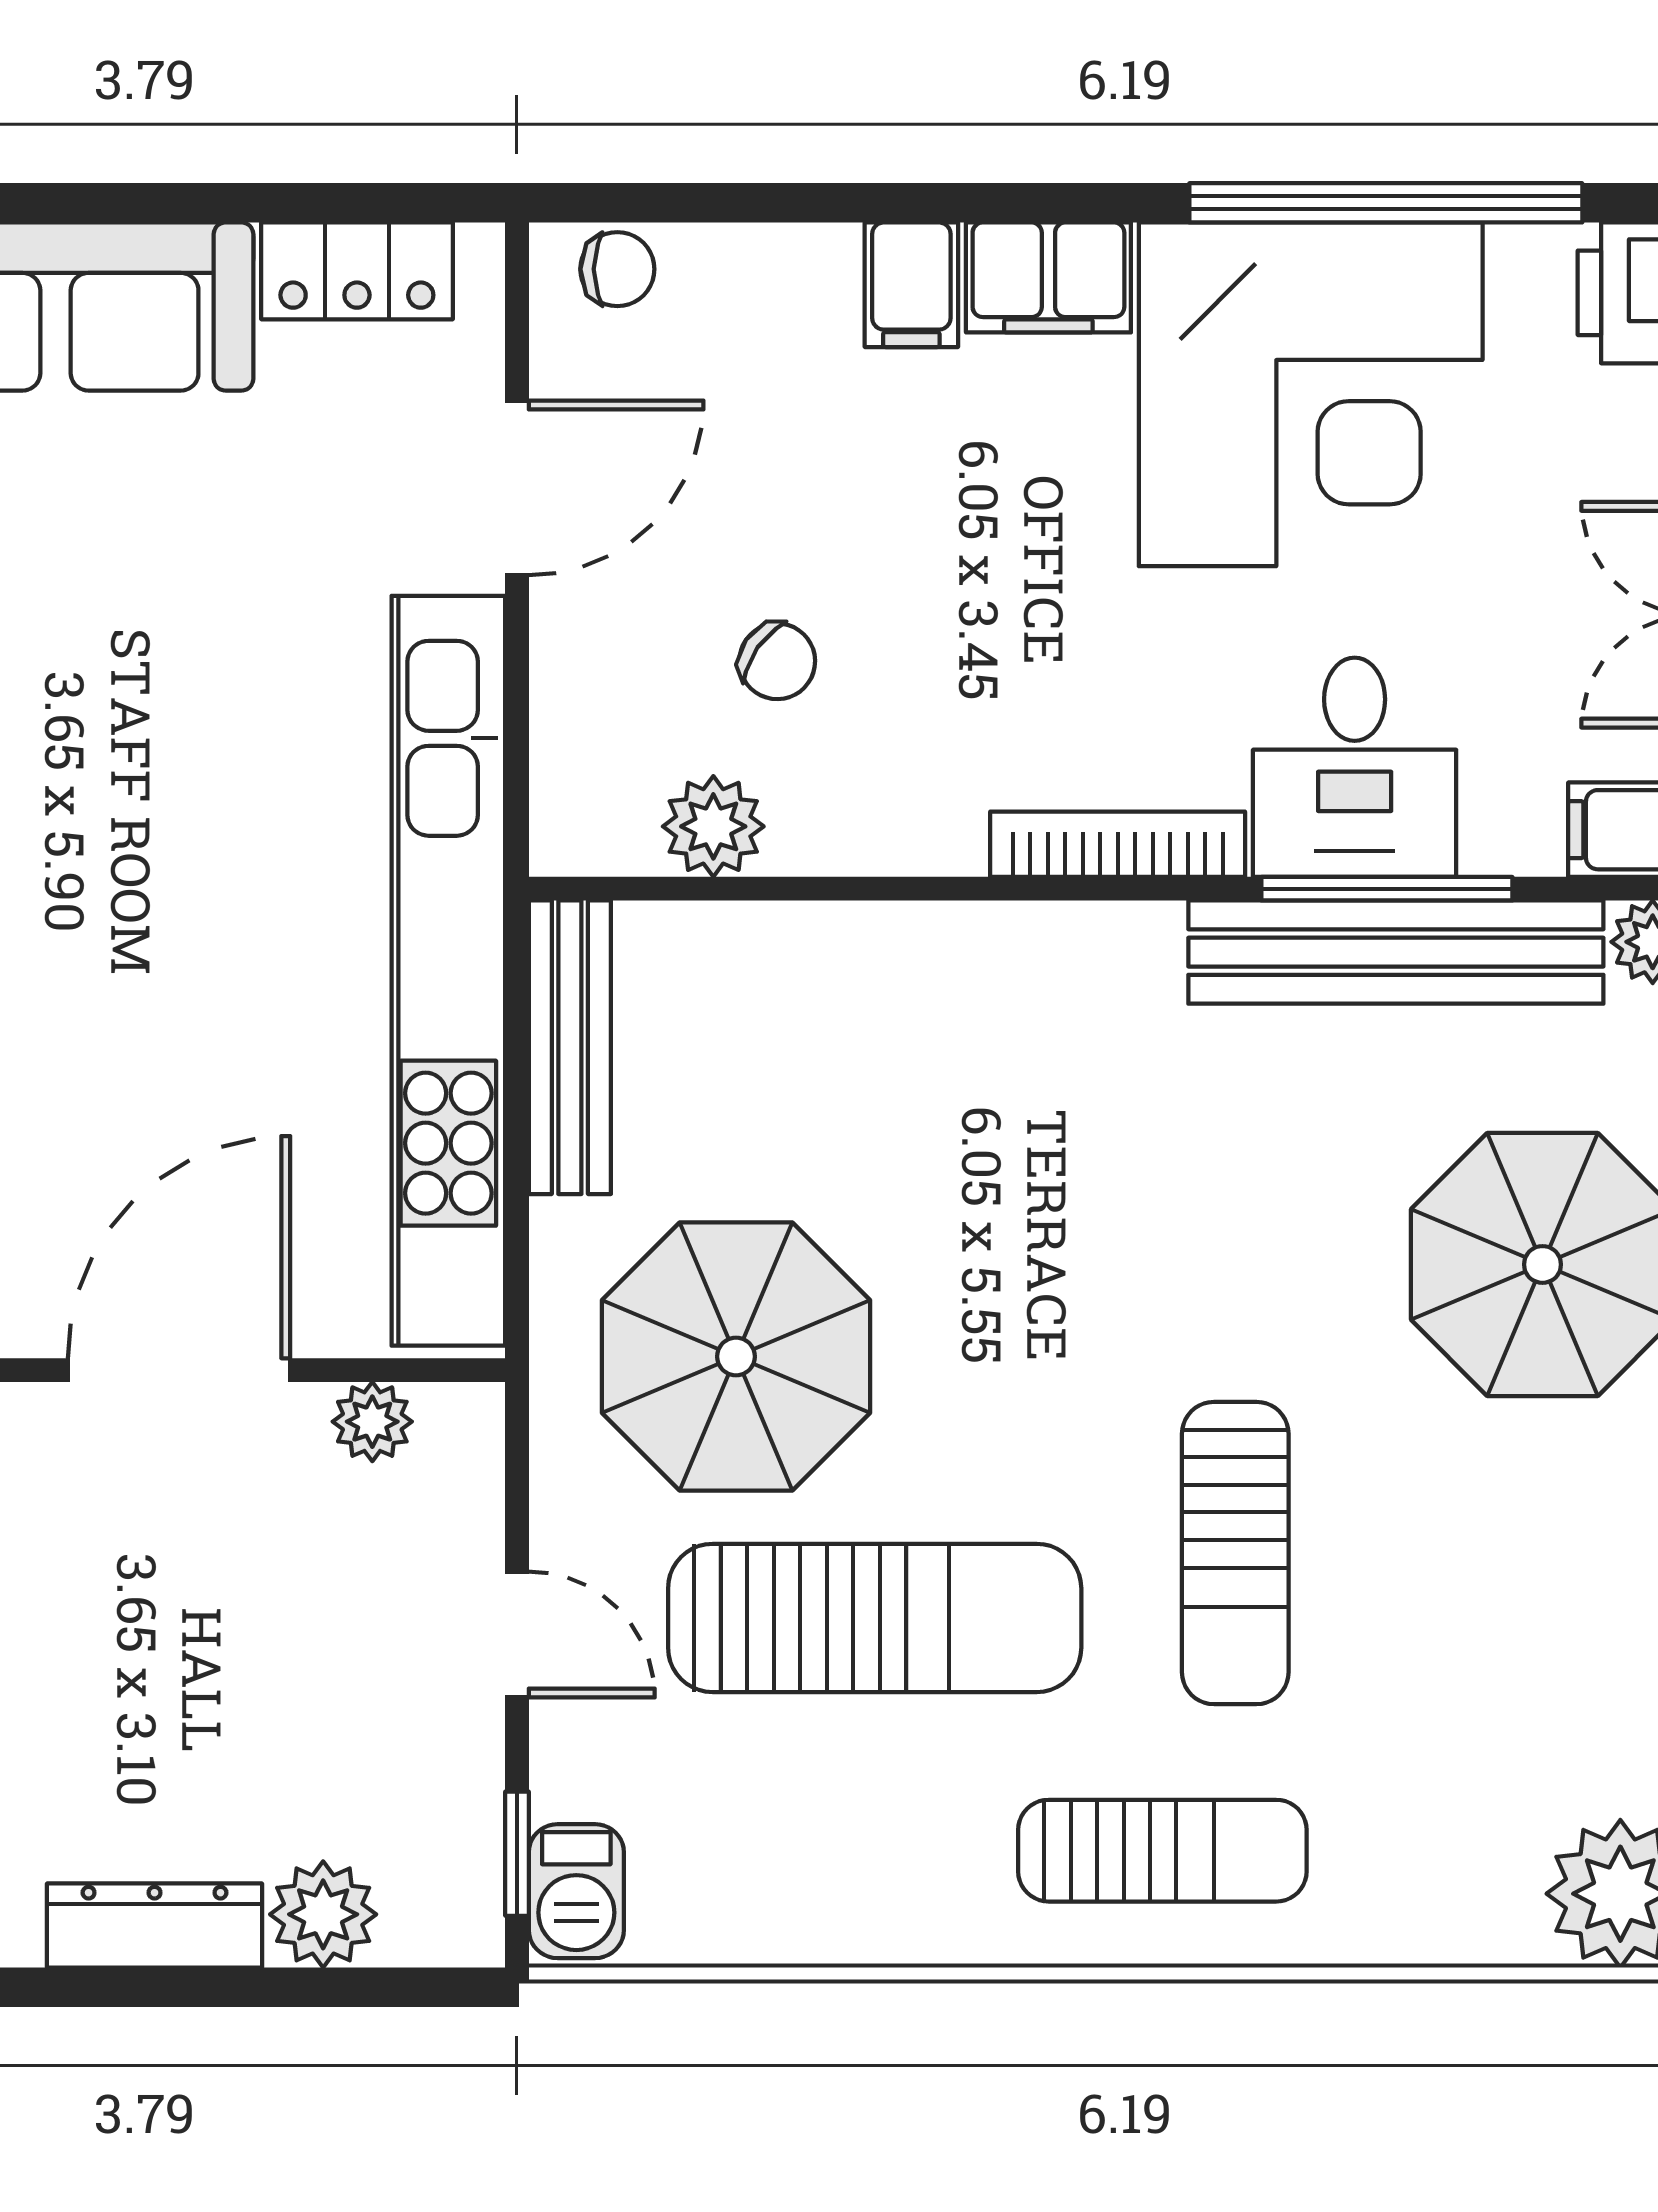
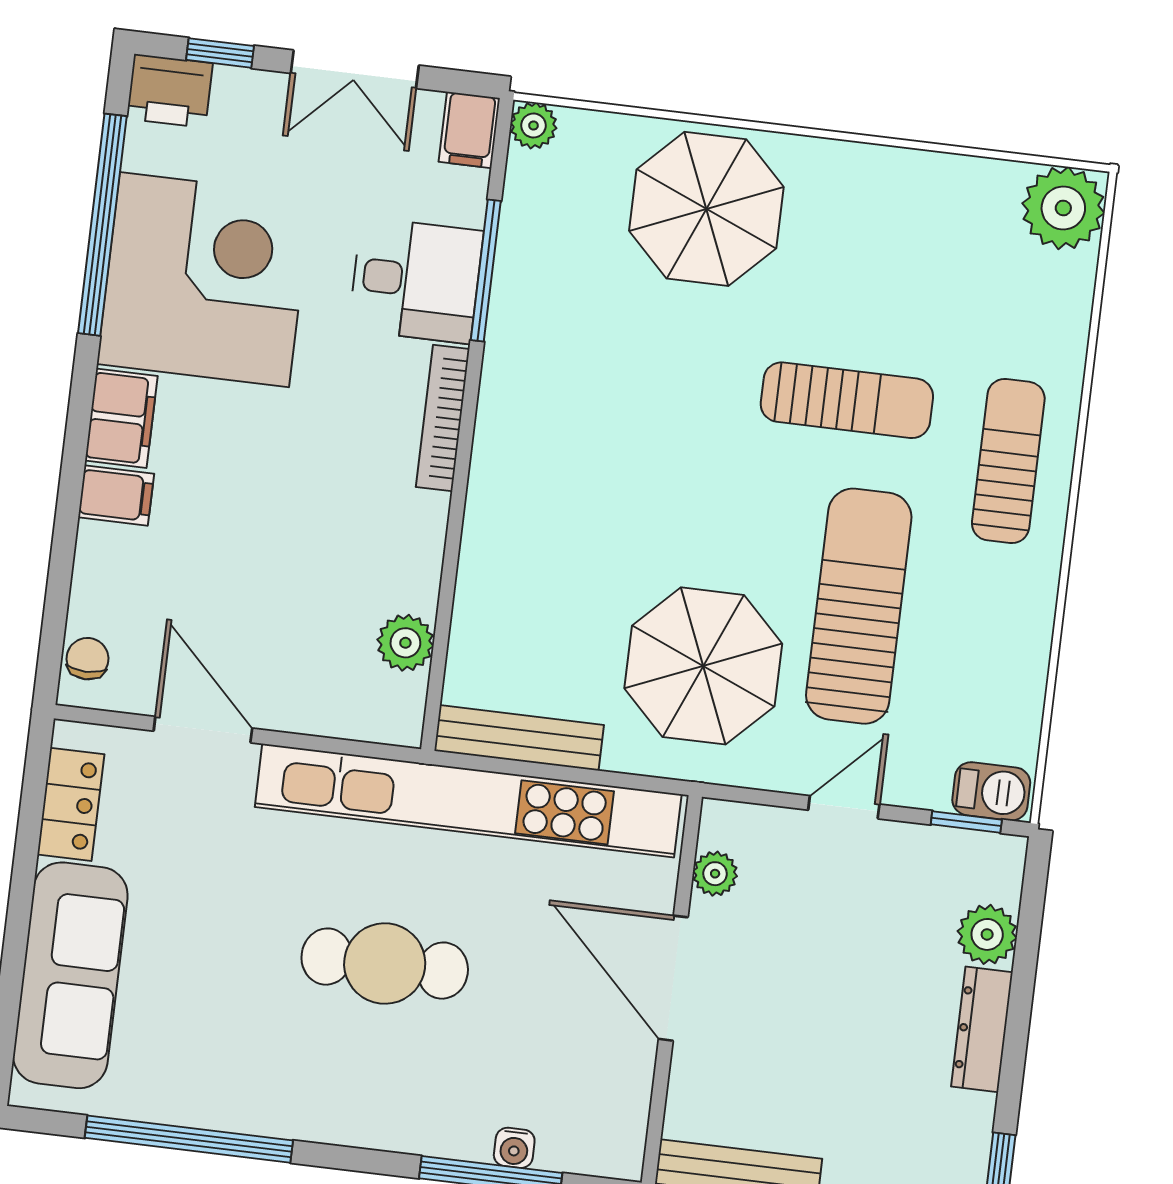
chair: (777, 661) -> (317, 596), removed
cafe table: (143, 858) -> (385, 964), added
bench: (1396, 952) -> (522, 270), removed

